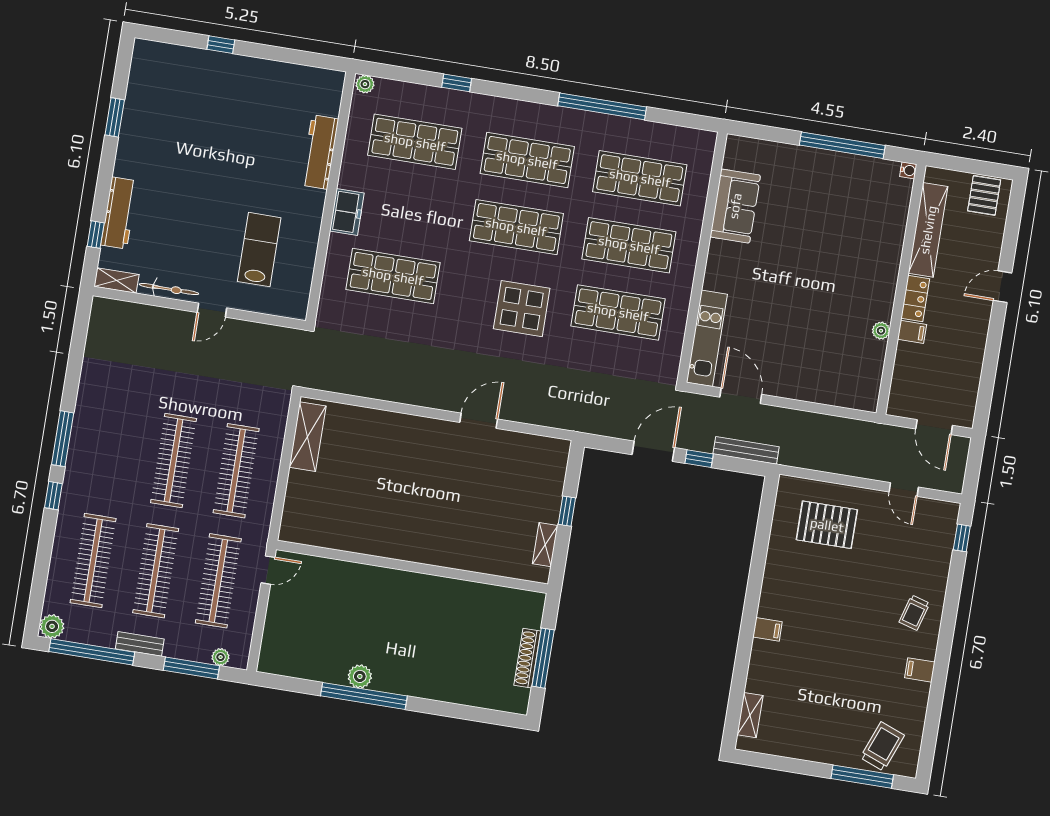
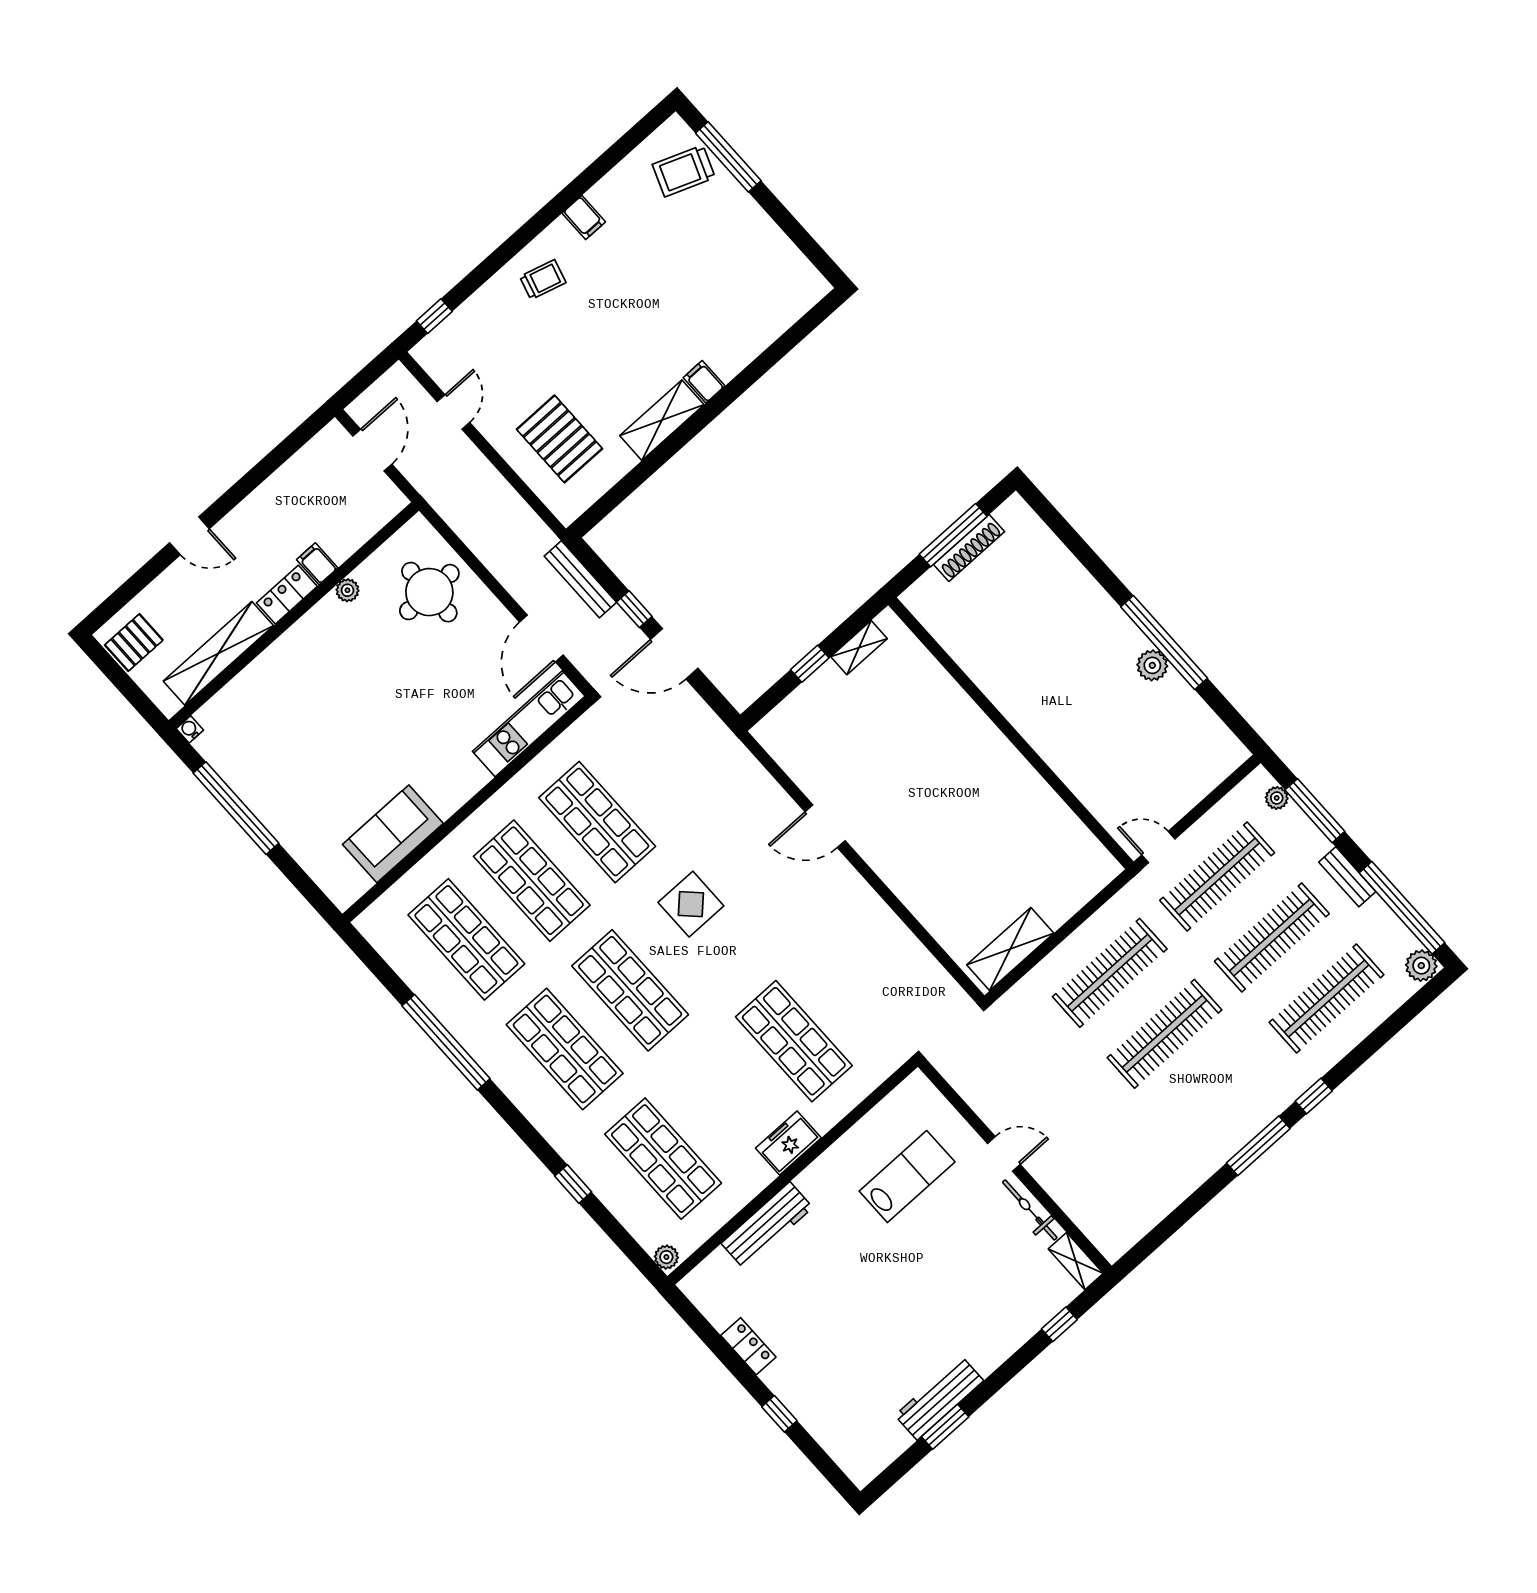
locker: (272, 70) -> (748, 1346), added
workbench: (119, 213) -> (939, 1398), moved
lab bench: (259, 250) -> (907, 1177), turned 180
display table: (522, 309) -> (691, 904), width x0.73, depth x0.73
round table: (831, 369) -> (429, 592), added
shelving: (750, 715) -> (662, 420), moved, width x1.50, depth x1.33

